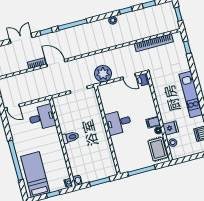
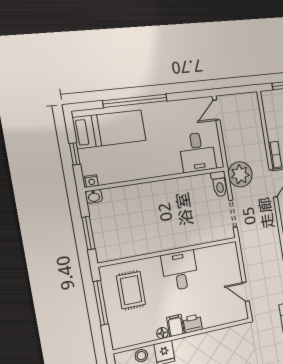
plant: (103, 74) -> (240, 174), moved
door: (129, 76) -> (246, 292), hinge flipped
printer: (143, 80) -> (193, 324), moved
toilet: (70, 137) -> (219, 184), moved
rug: (158, 149) -> (131, 290), moved, turned 90

